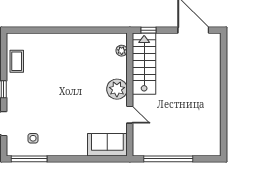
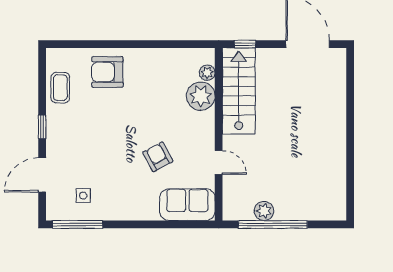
armchair: (50, 50) -> (107, 72), added
plant: (117, 89) -> (201, 96), moved
armchair: (86, 111) -> (158, 157), added
plant: (162, 149) -> (264, 211), added

